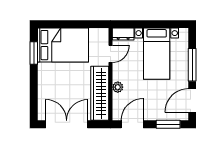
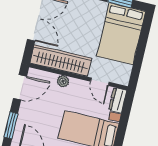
door: (132, 124) -> (20, 87), hinge flipped

